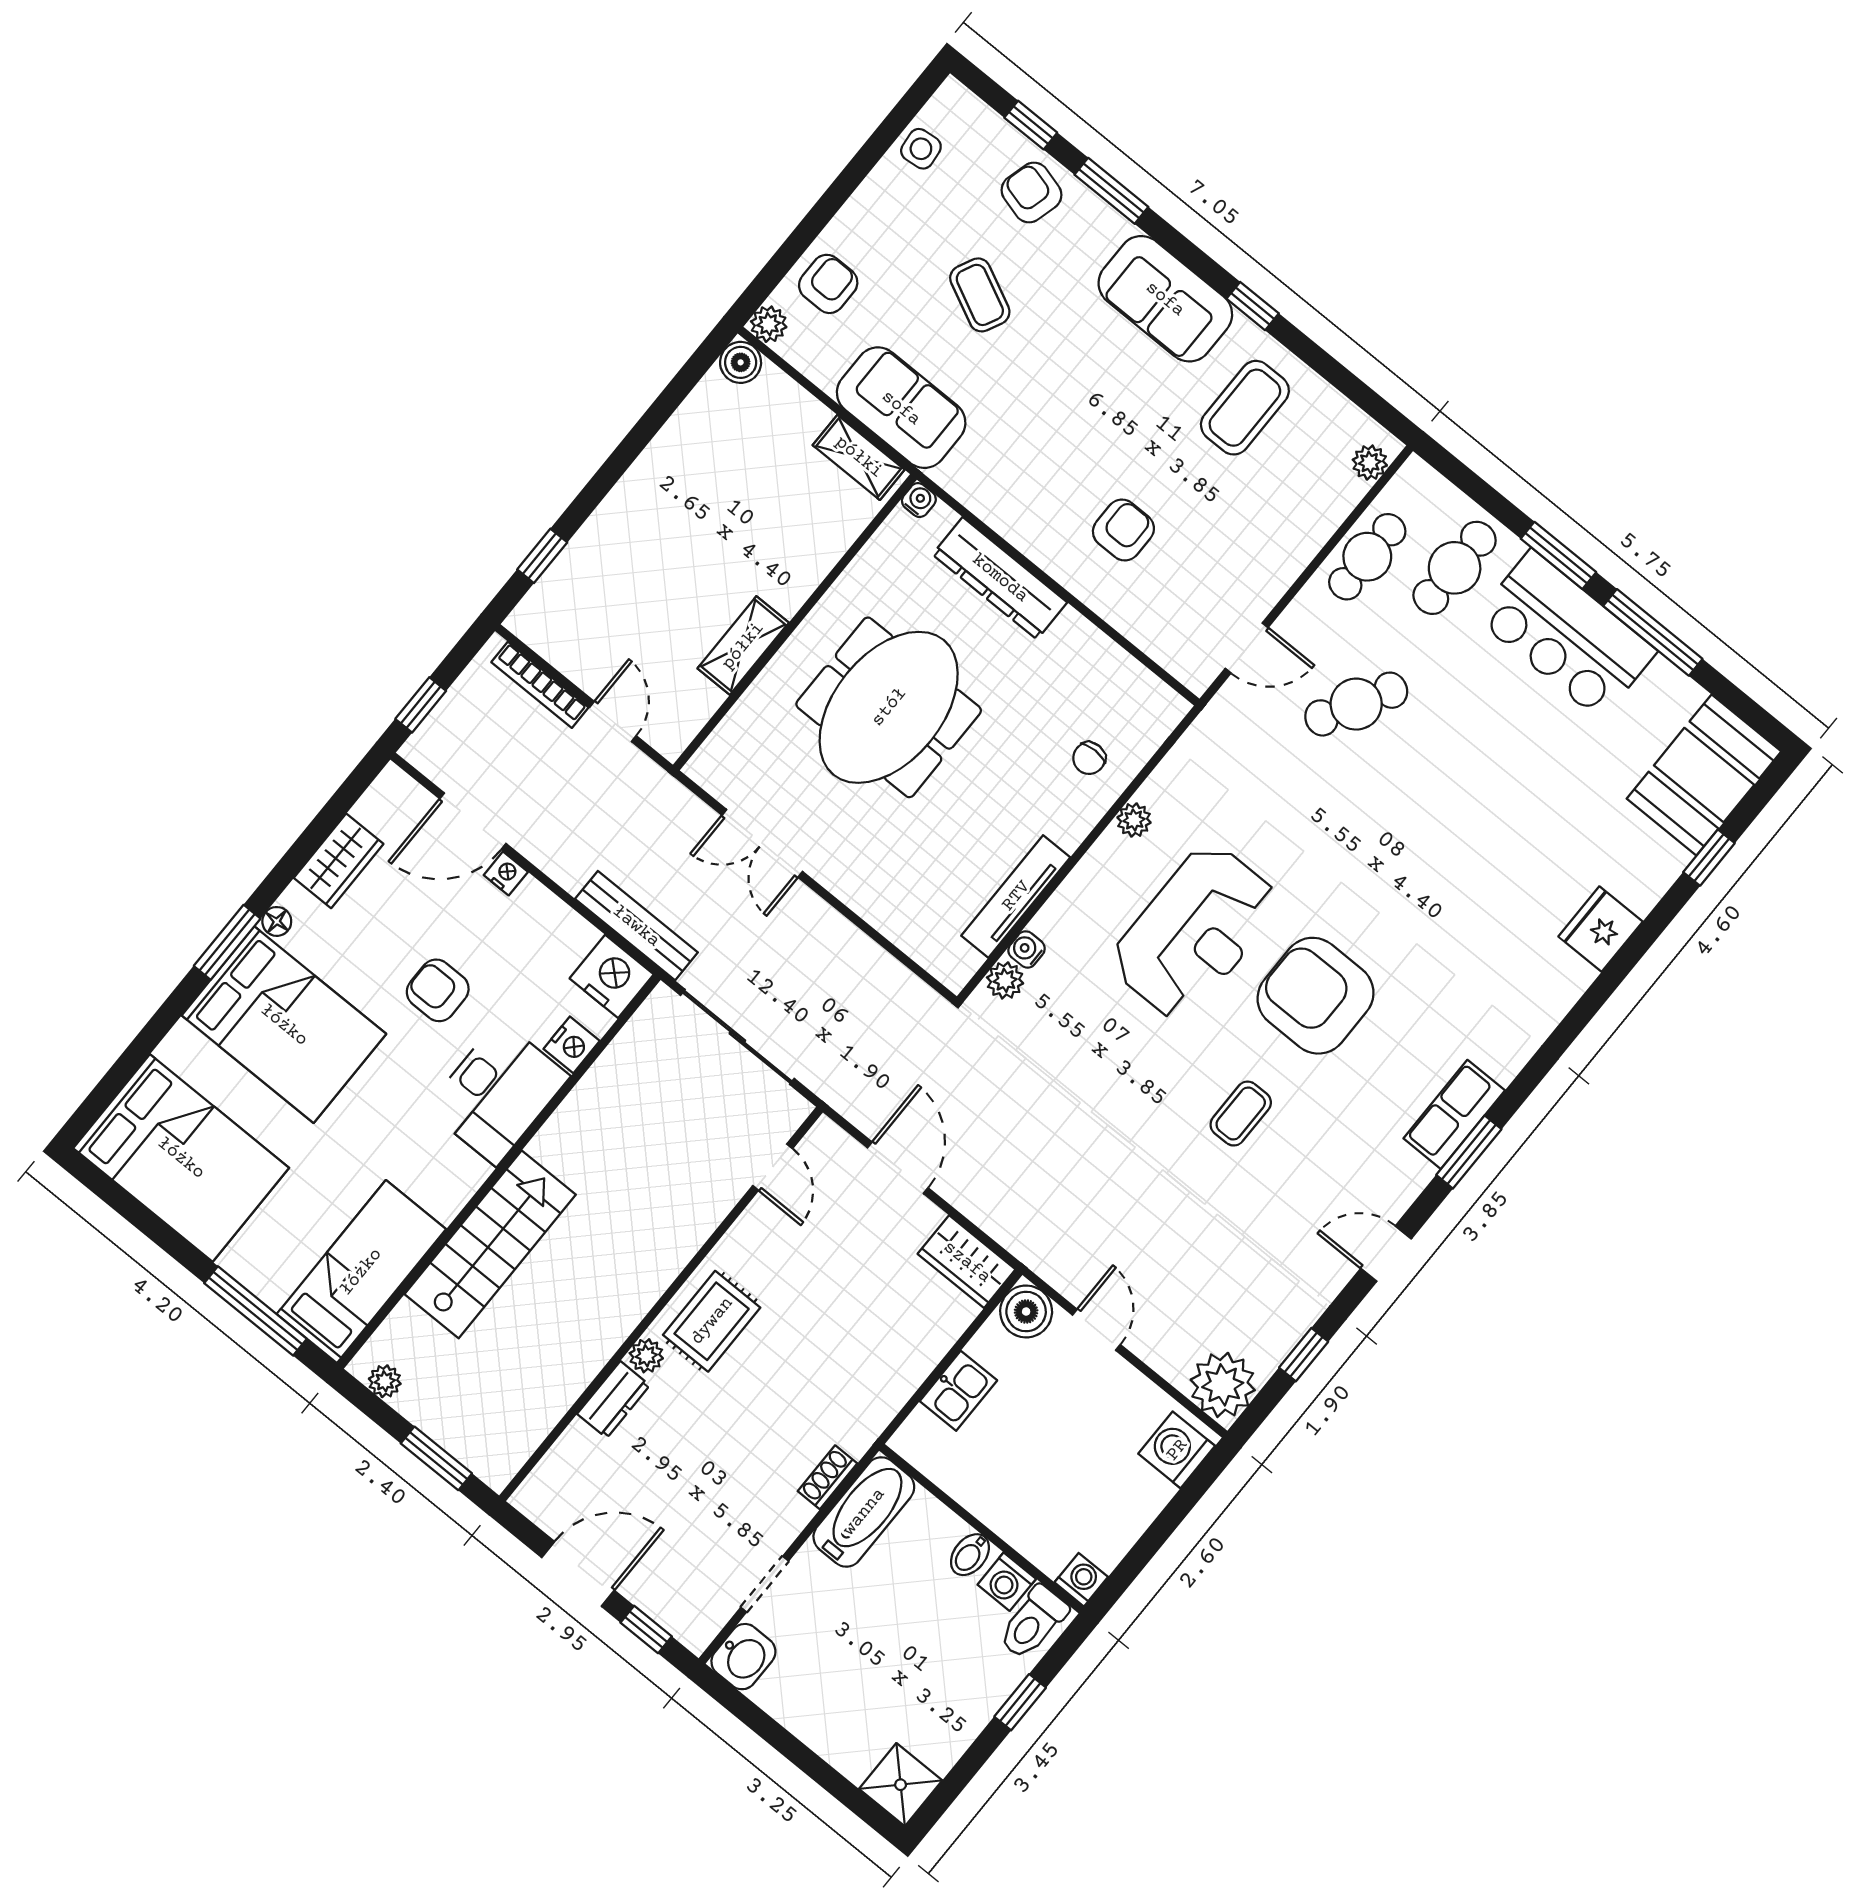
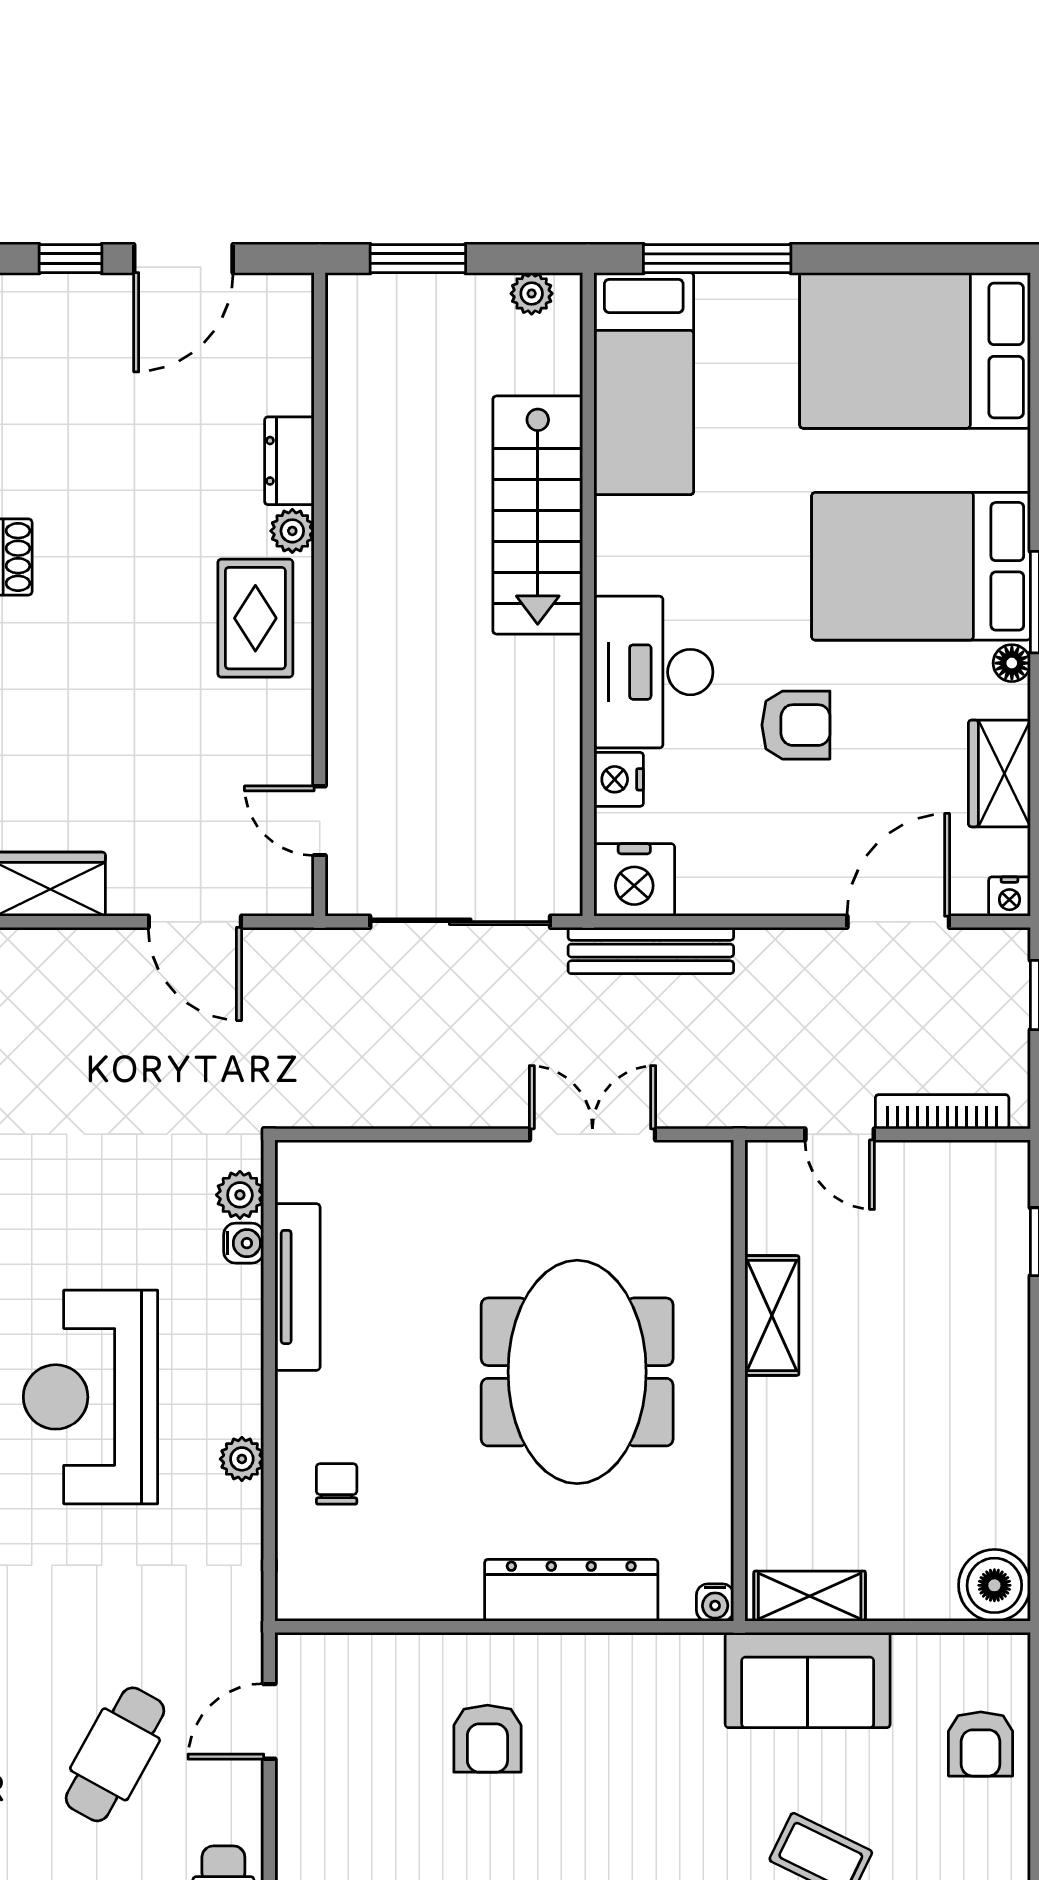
plant: (769, 324) -> (1007, 1656), removed
boiler: (741, 362) -> (994, 1585), width x1.36, depth x1.36
nightstand: (506, 873) -> (1009, 896), moved

